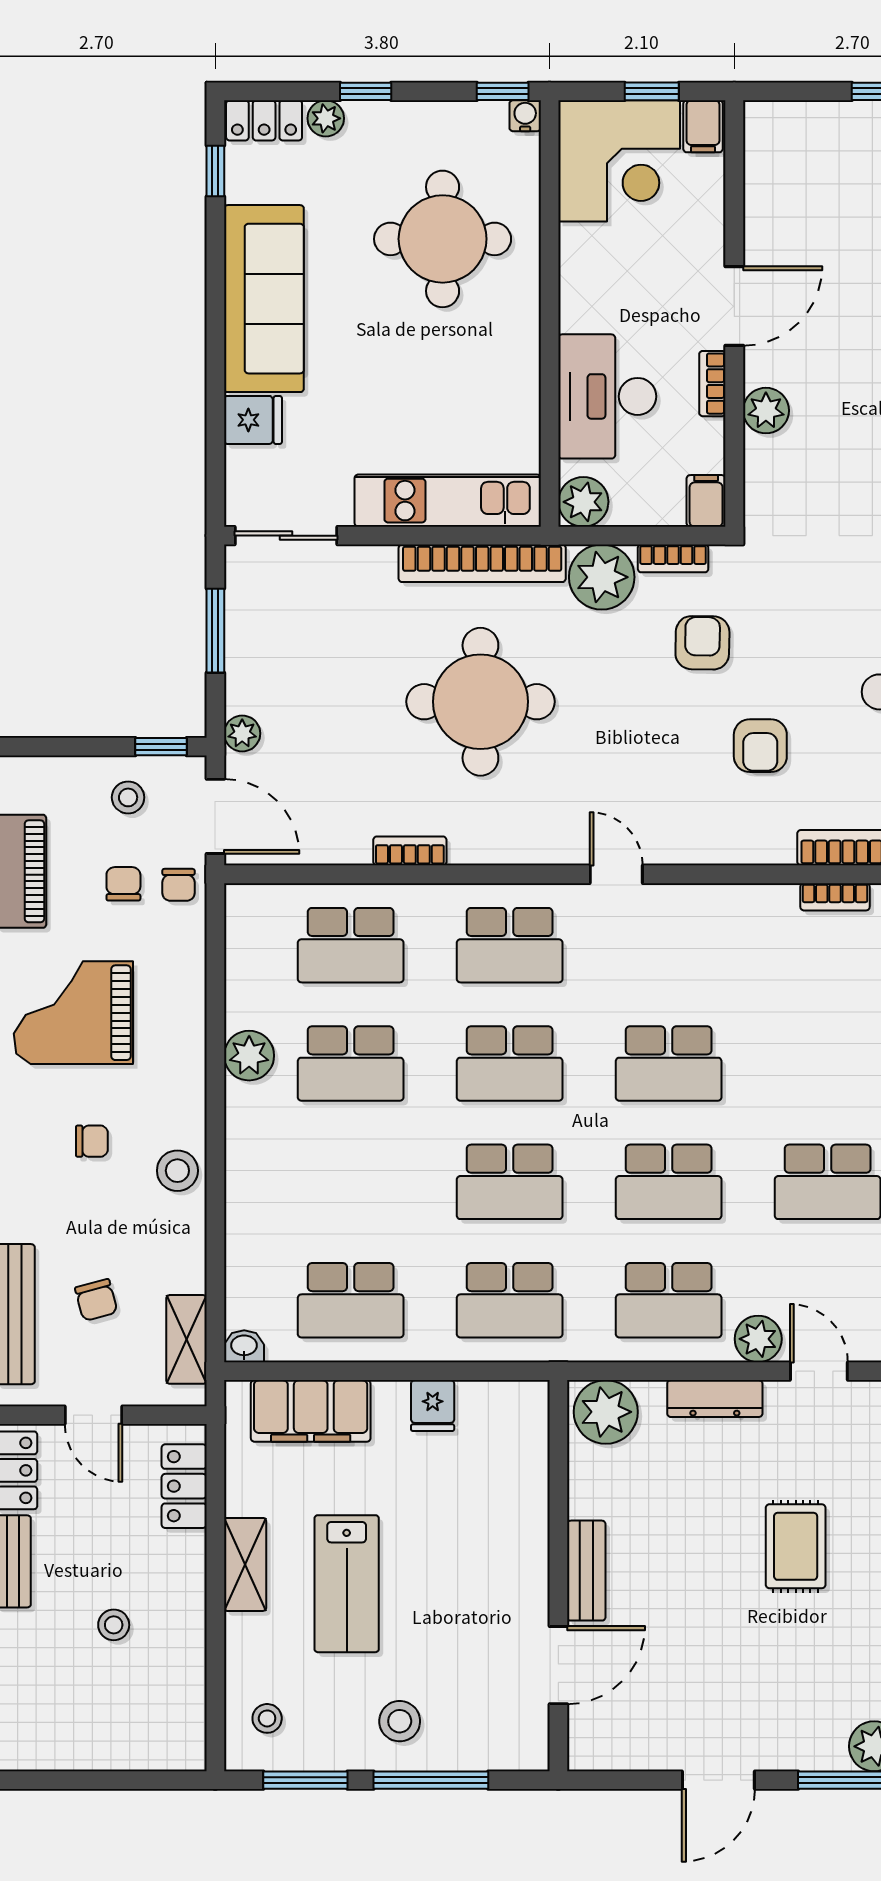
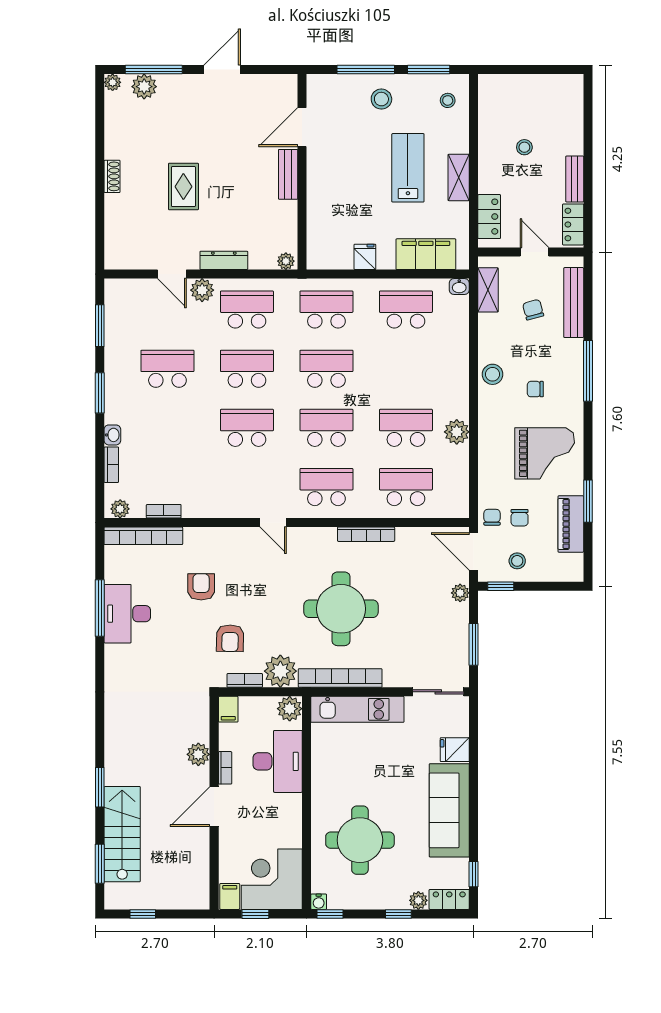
bookcase: (410, 851) -> (366, 534), width x1.56
plant: (606, 1412) -> (286, 261), width x0.53, depth x0.53

